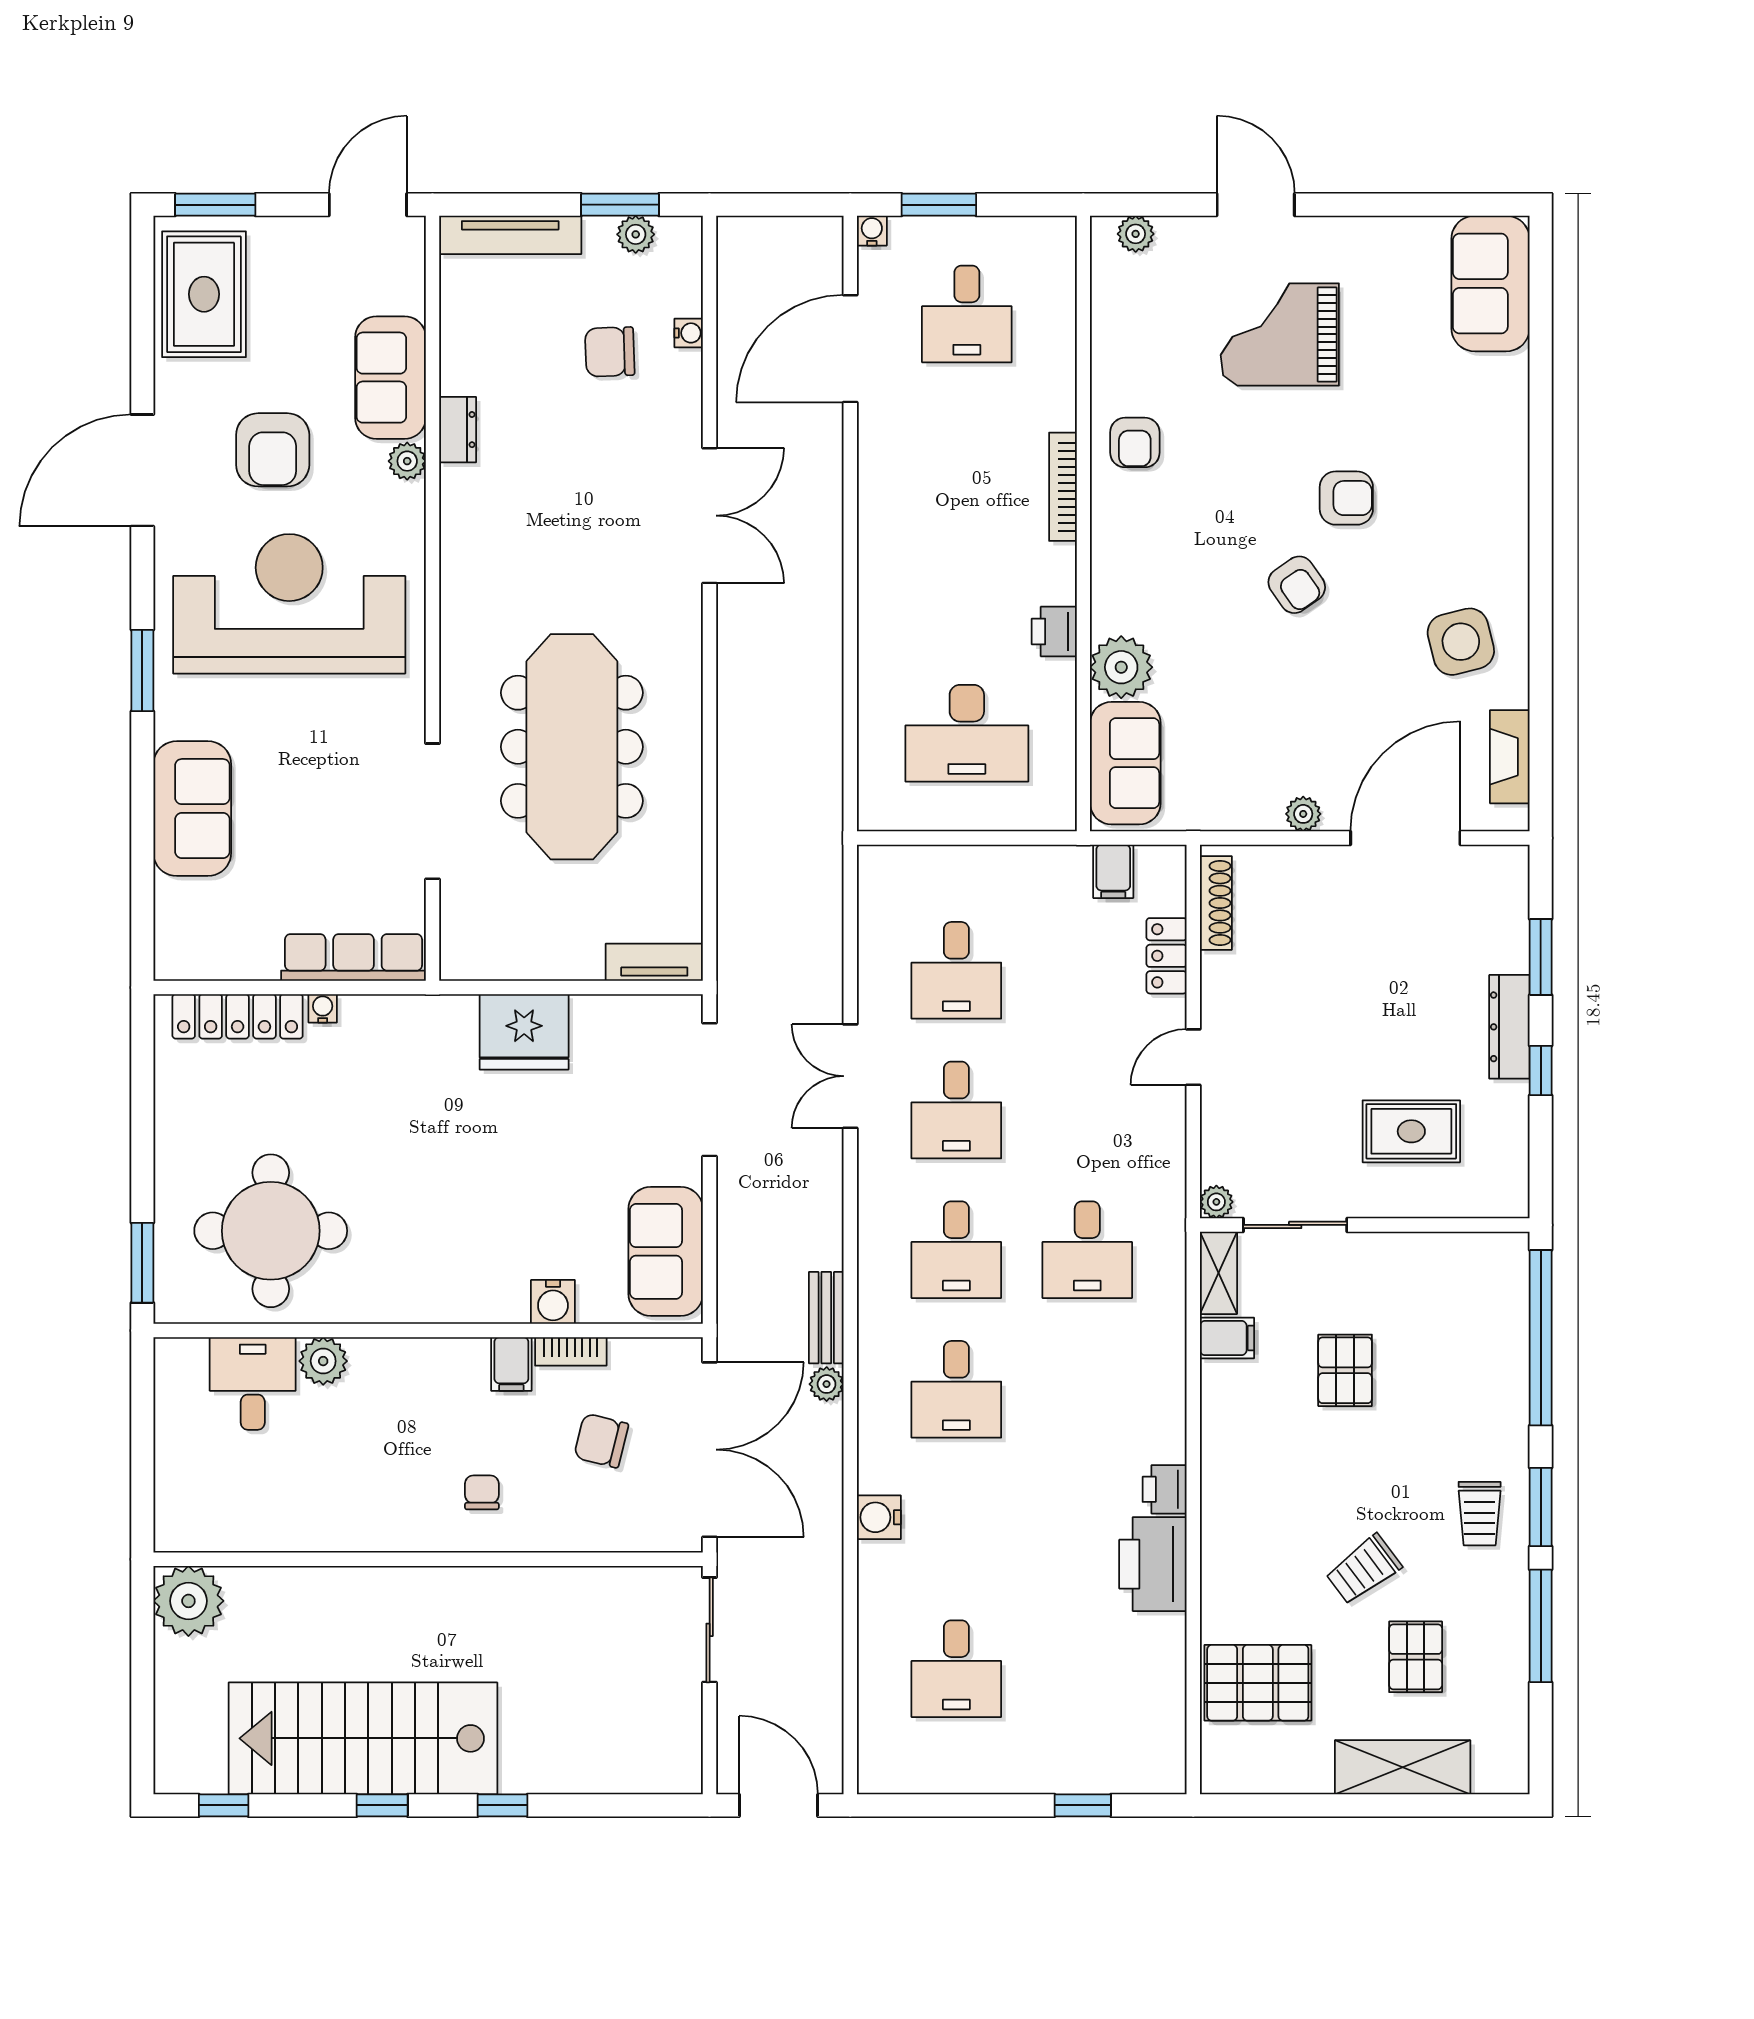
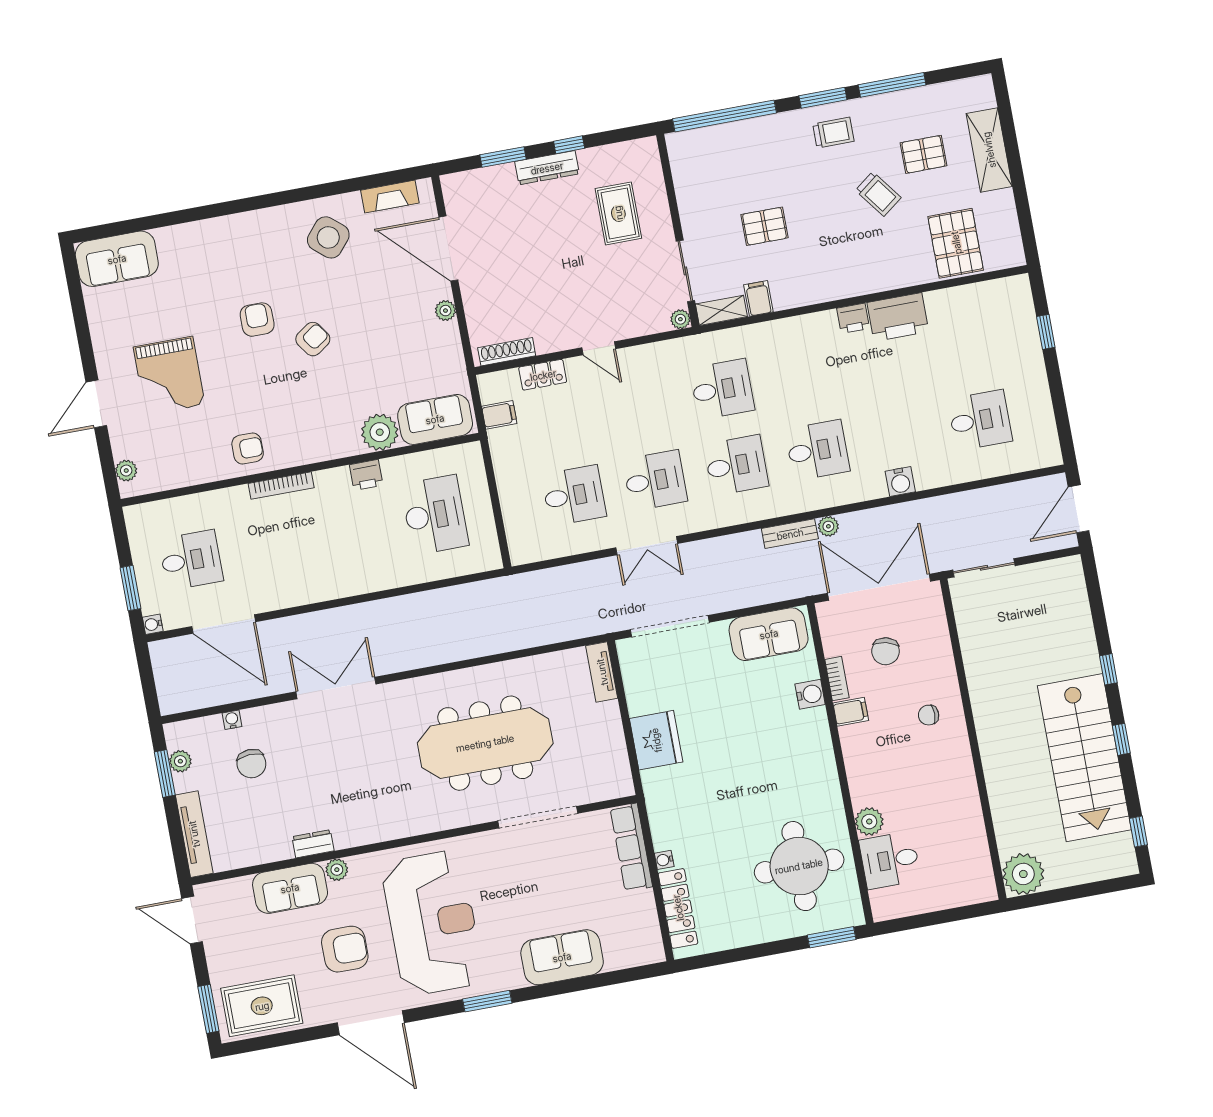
reception desk: (289, 604) -> (433, 923), turned 180
side table: (1461, 642) -> (328, 237), turned -36

